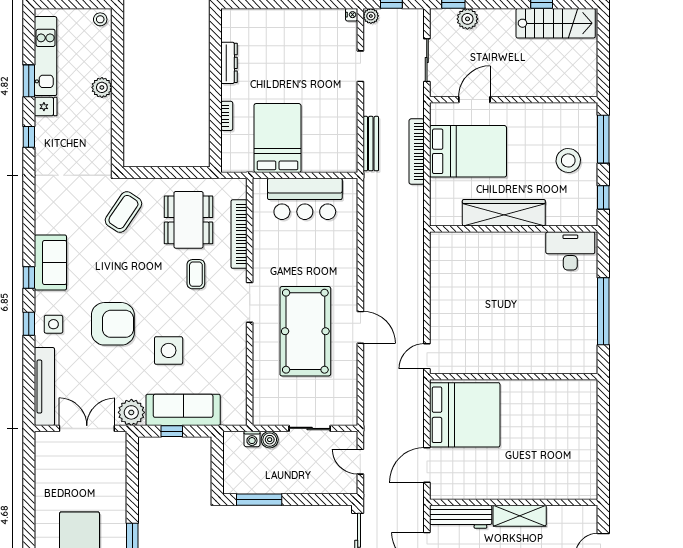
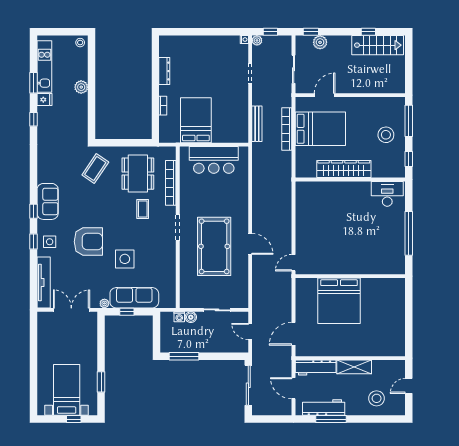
plant: (131, 412) -> (104, 303), width x0.53, depth x0.53
bed: (465, 415) -> (339, 301), moved, turned 90

